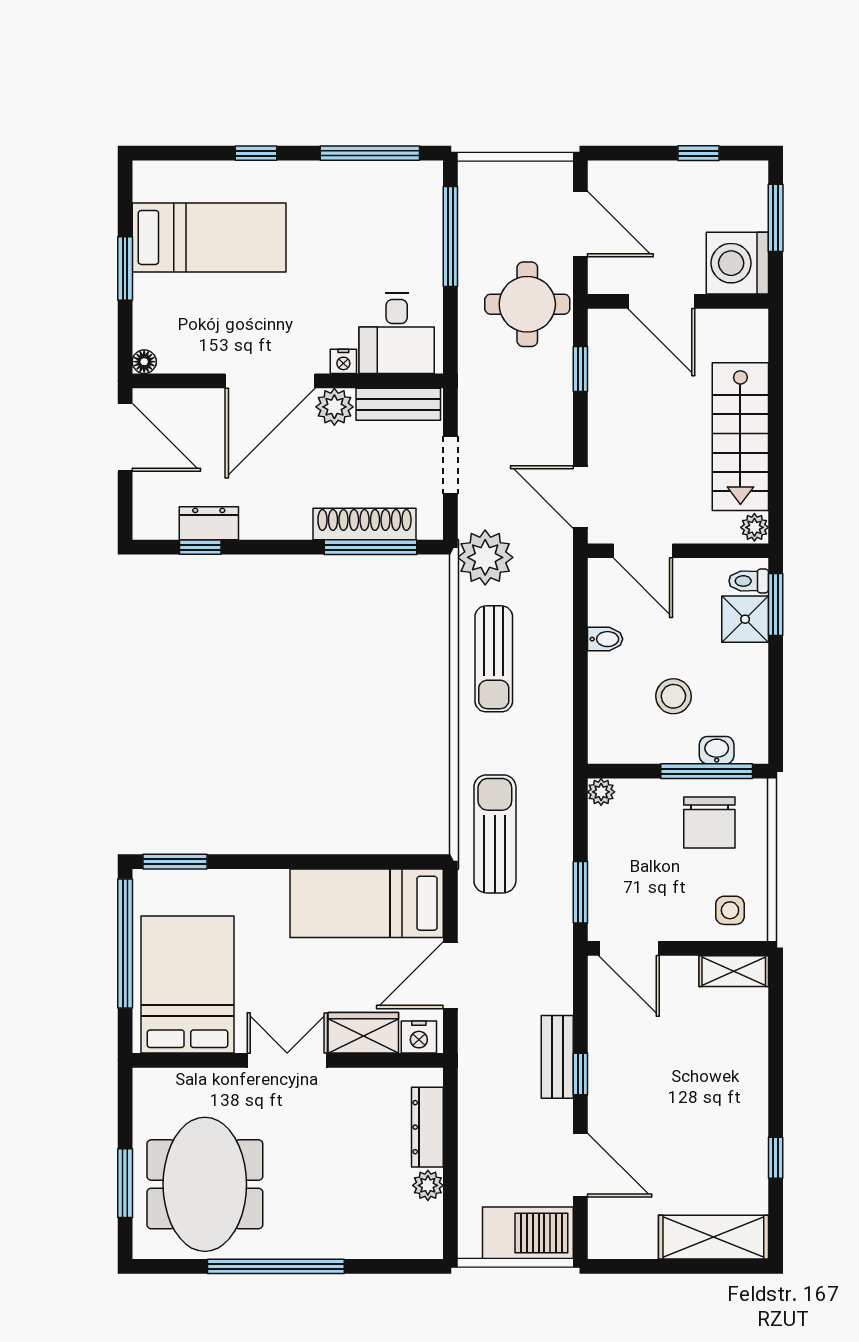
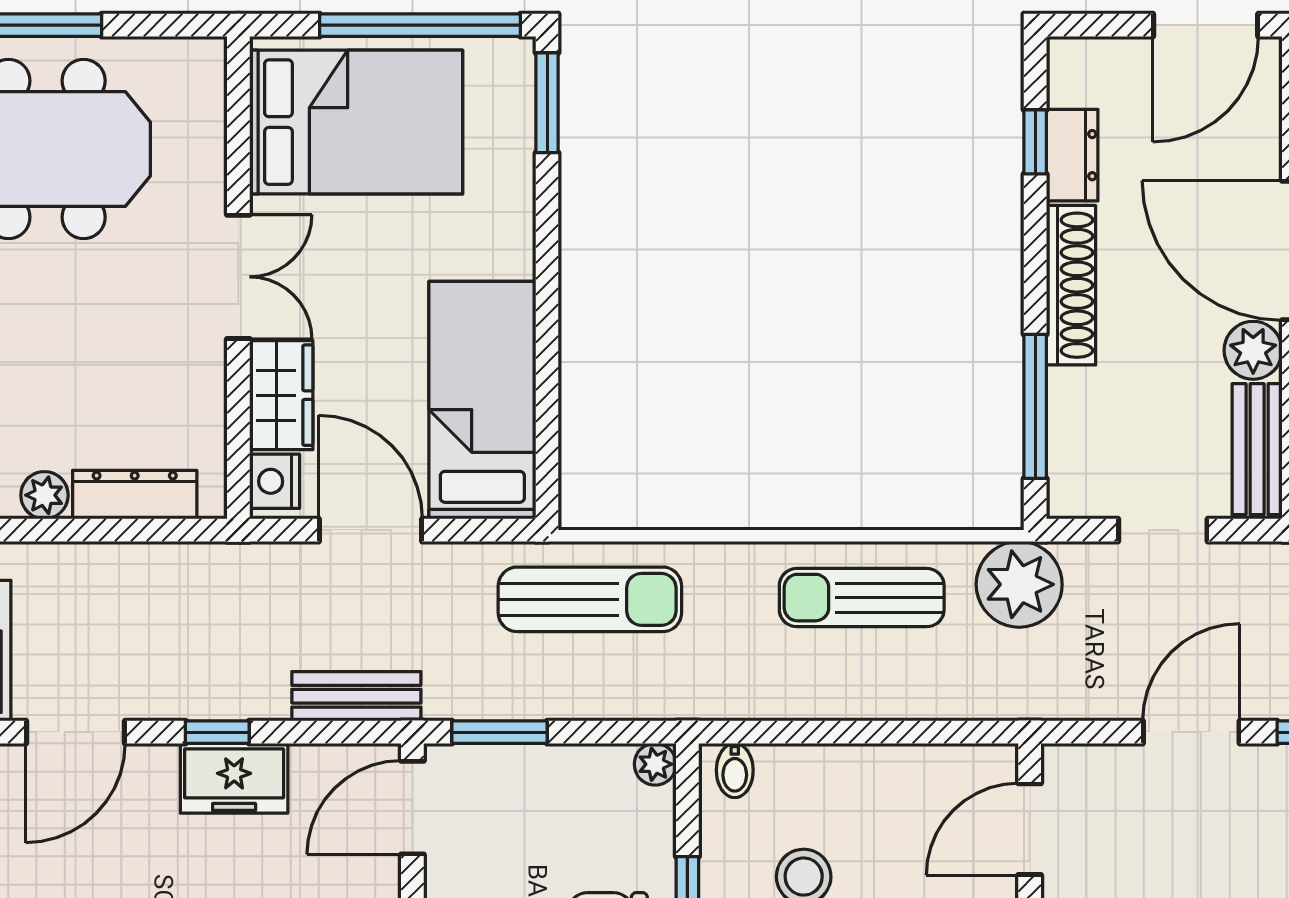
door: (580, 497) -> (1191, 732), moved
shoe rack: (364, 524) -> (1071, 285), moved
bidet: (605, 639) -> (735, 770), moved
bench: (557, 1057) -> (356, 696), moved
freezer: (610, 1063) -> (234, 778), added

